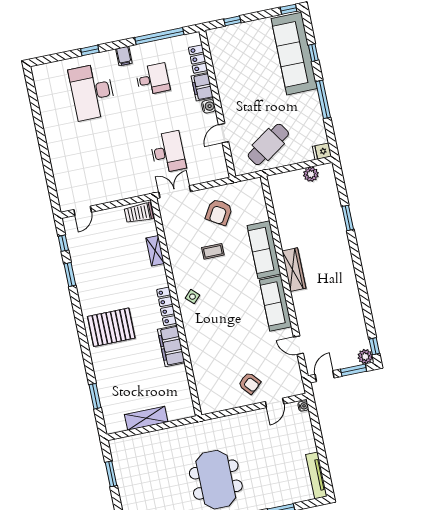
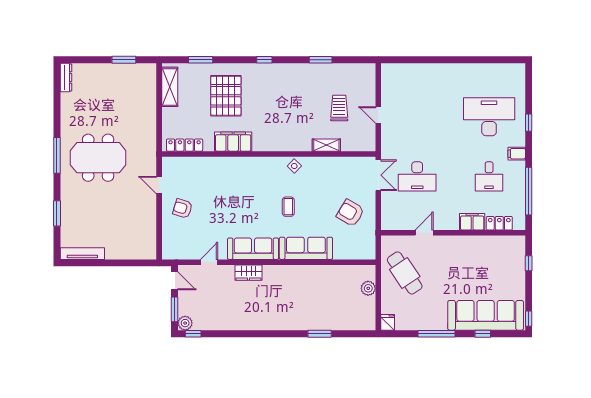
water cooler: (209, 106) -> (452, 224), removed
door: (223, 133) -> (424, 233), hinge flipped
plant: (311, 174) -> (368, 288), moved
door: (83, 211) -> (378, 115), moved
trolley: (139, 213) -> (339, 108), moved
window: (63, 243) -> (264, 60), moved
coffee table: (213, 251) -> (288, 207), moved
wardrobe: (294, 270) -> (249, 273), moved, width x0.67
side table: (192, 297) -> (294, 166), moved
locker: (167, 306) -> (185, 145), moved
pallet: (111, 327) -> (226, 96), moved
armchair: (250, 383) -> (183, 208), turned 58
door: (275, 403) -> (159, 185), moved
water cooler: (303, 406) -> (150, 255), removed
shelving: (146, 418) -> (170, 87), moved

